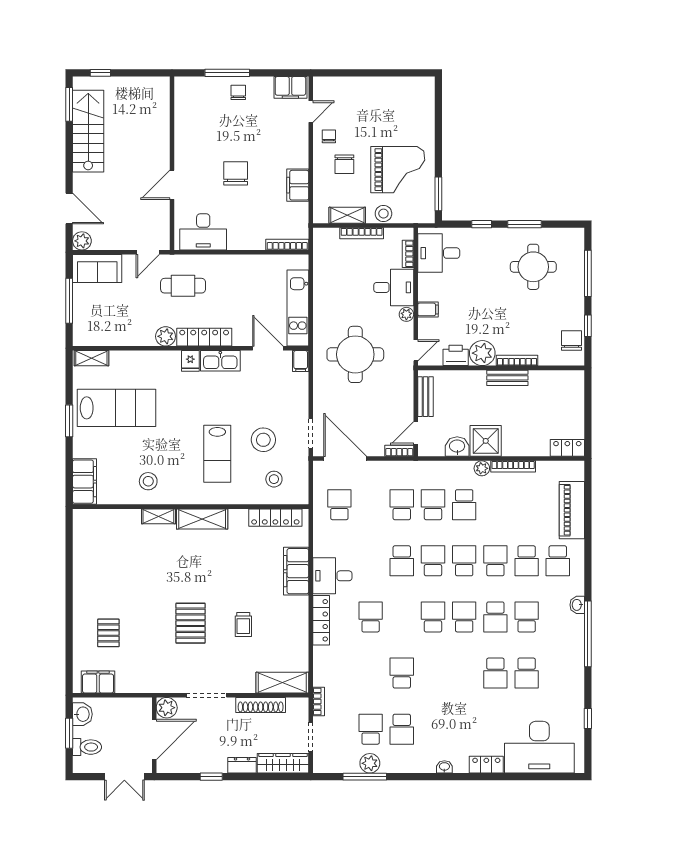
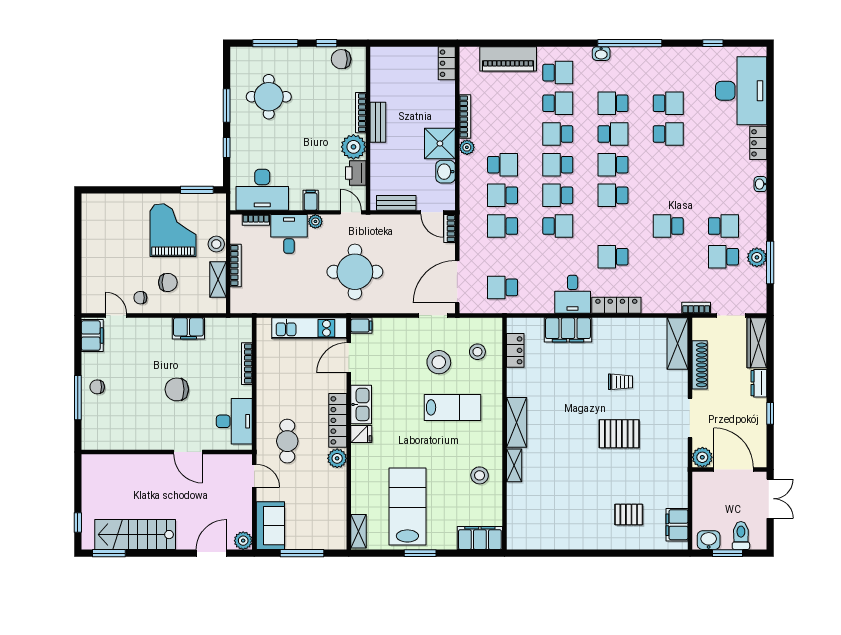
bookcase: (287, 245) -> (247, 364), moved
desk: (439, 253) -> (262, 190), width x1.37
locker: (275, 518) -> (515, 350), width x0.66

